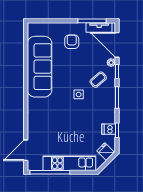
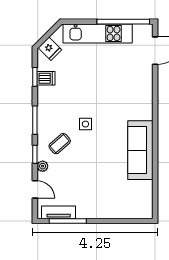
armchair: (72, 42) -> (95, 194), removed
door: (117, 45) -> (35, 189), width x0.53
sofa: (40, 67) -> (140, 150), width x0.74, depth x0.79

